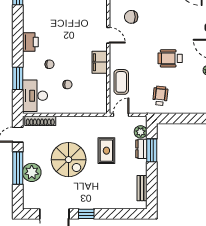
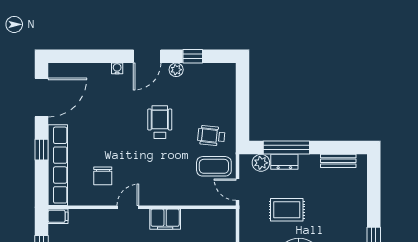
wheelchair: (170, 58) -> (160, 122), turned 180
coffee table: (121, 82) -> (214, 166), moved
window: (152, 150) -> (286, 147), width x1.44

